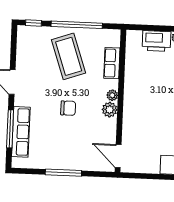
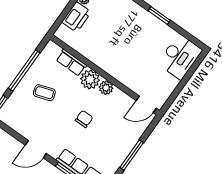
coffee table: (69, 56) -> (44, 93), width x0.54, depth x0.58
plant: (112, 95) -> (90, 79), width x1.88, depth x1.88

